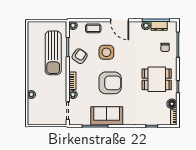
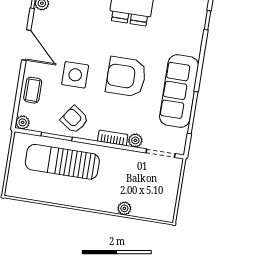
door: (120, 20) -> (26, 45), hinge flipped
sun lounger: (53, 53) -> (62, 162), turned 180
armchair: (110, 83) -> (126, 77), turned -90
sofa: (107, 116) -> (179, 91), width x1.36

